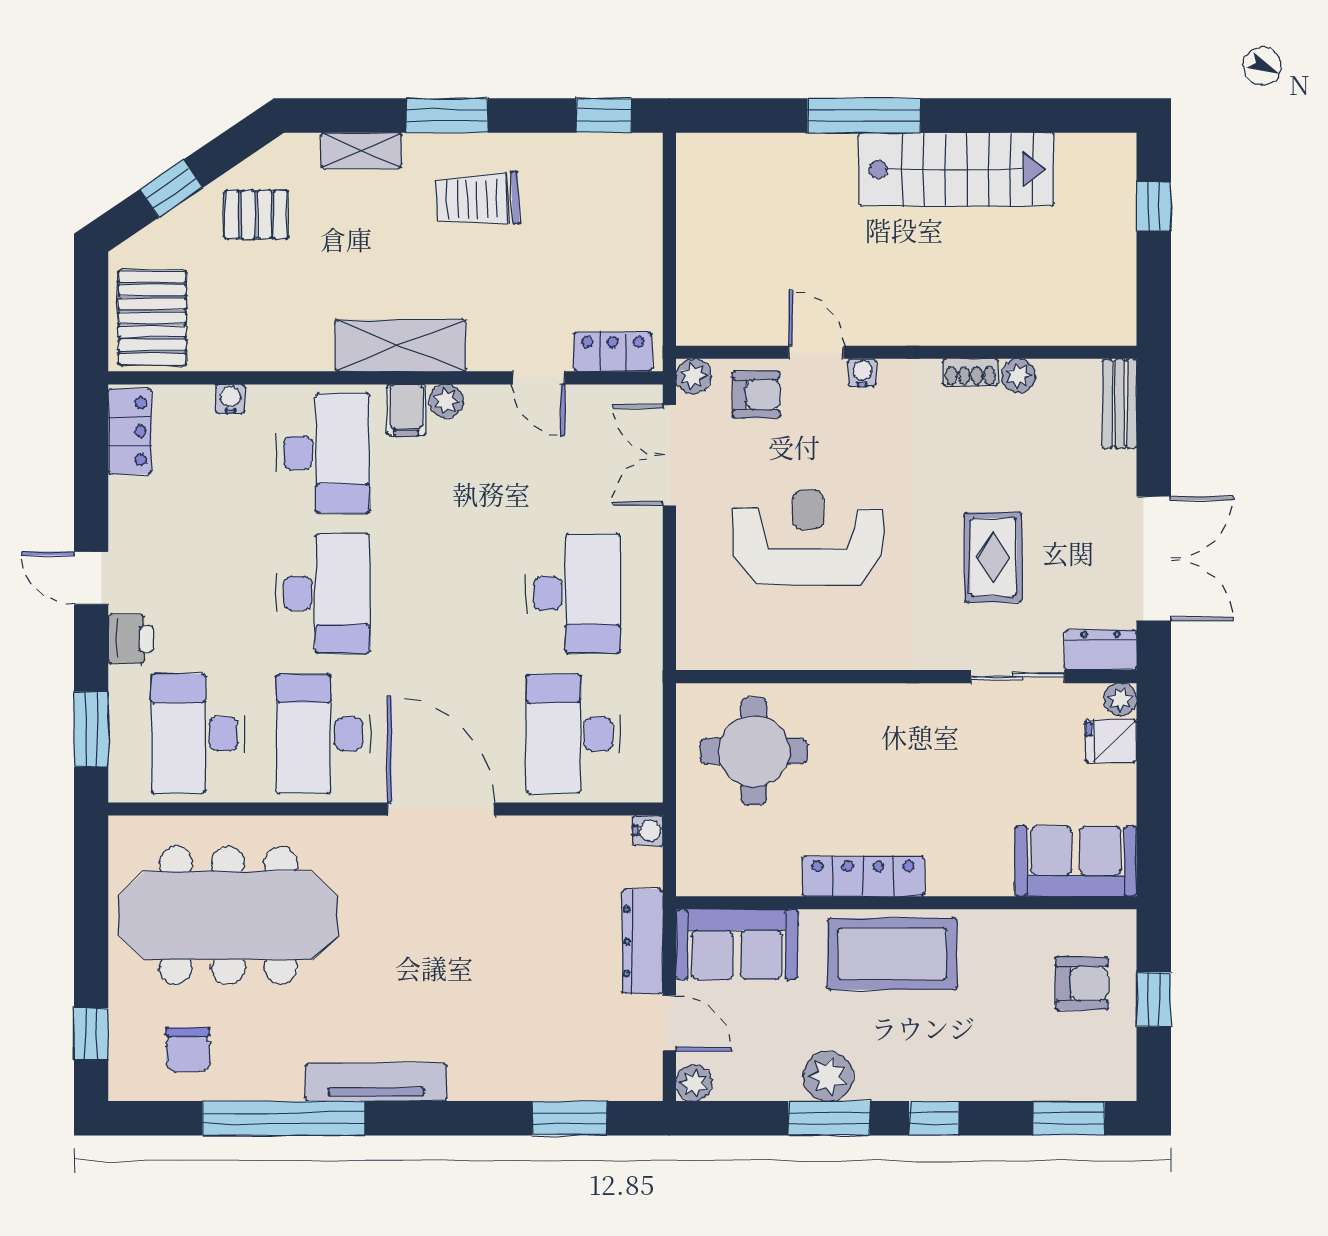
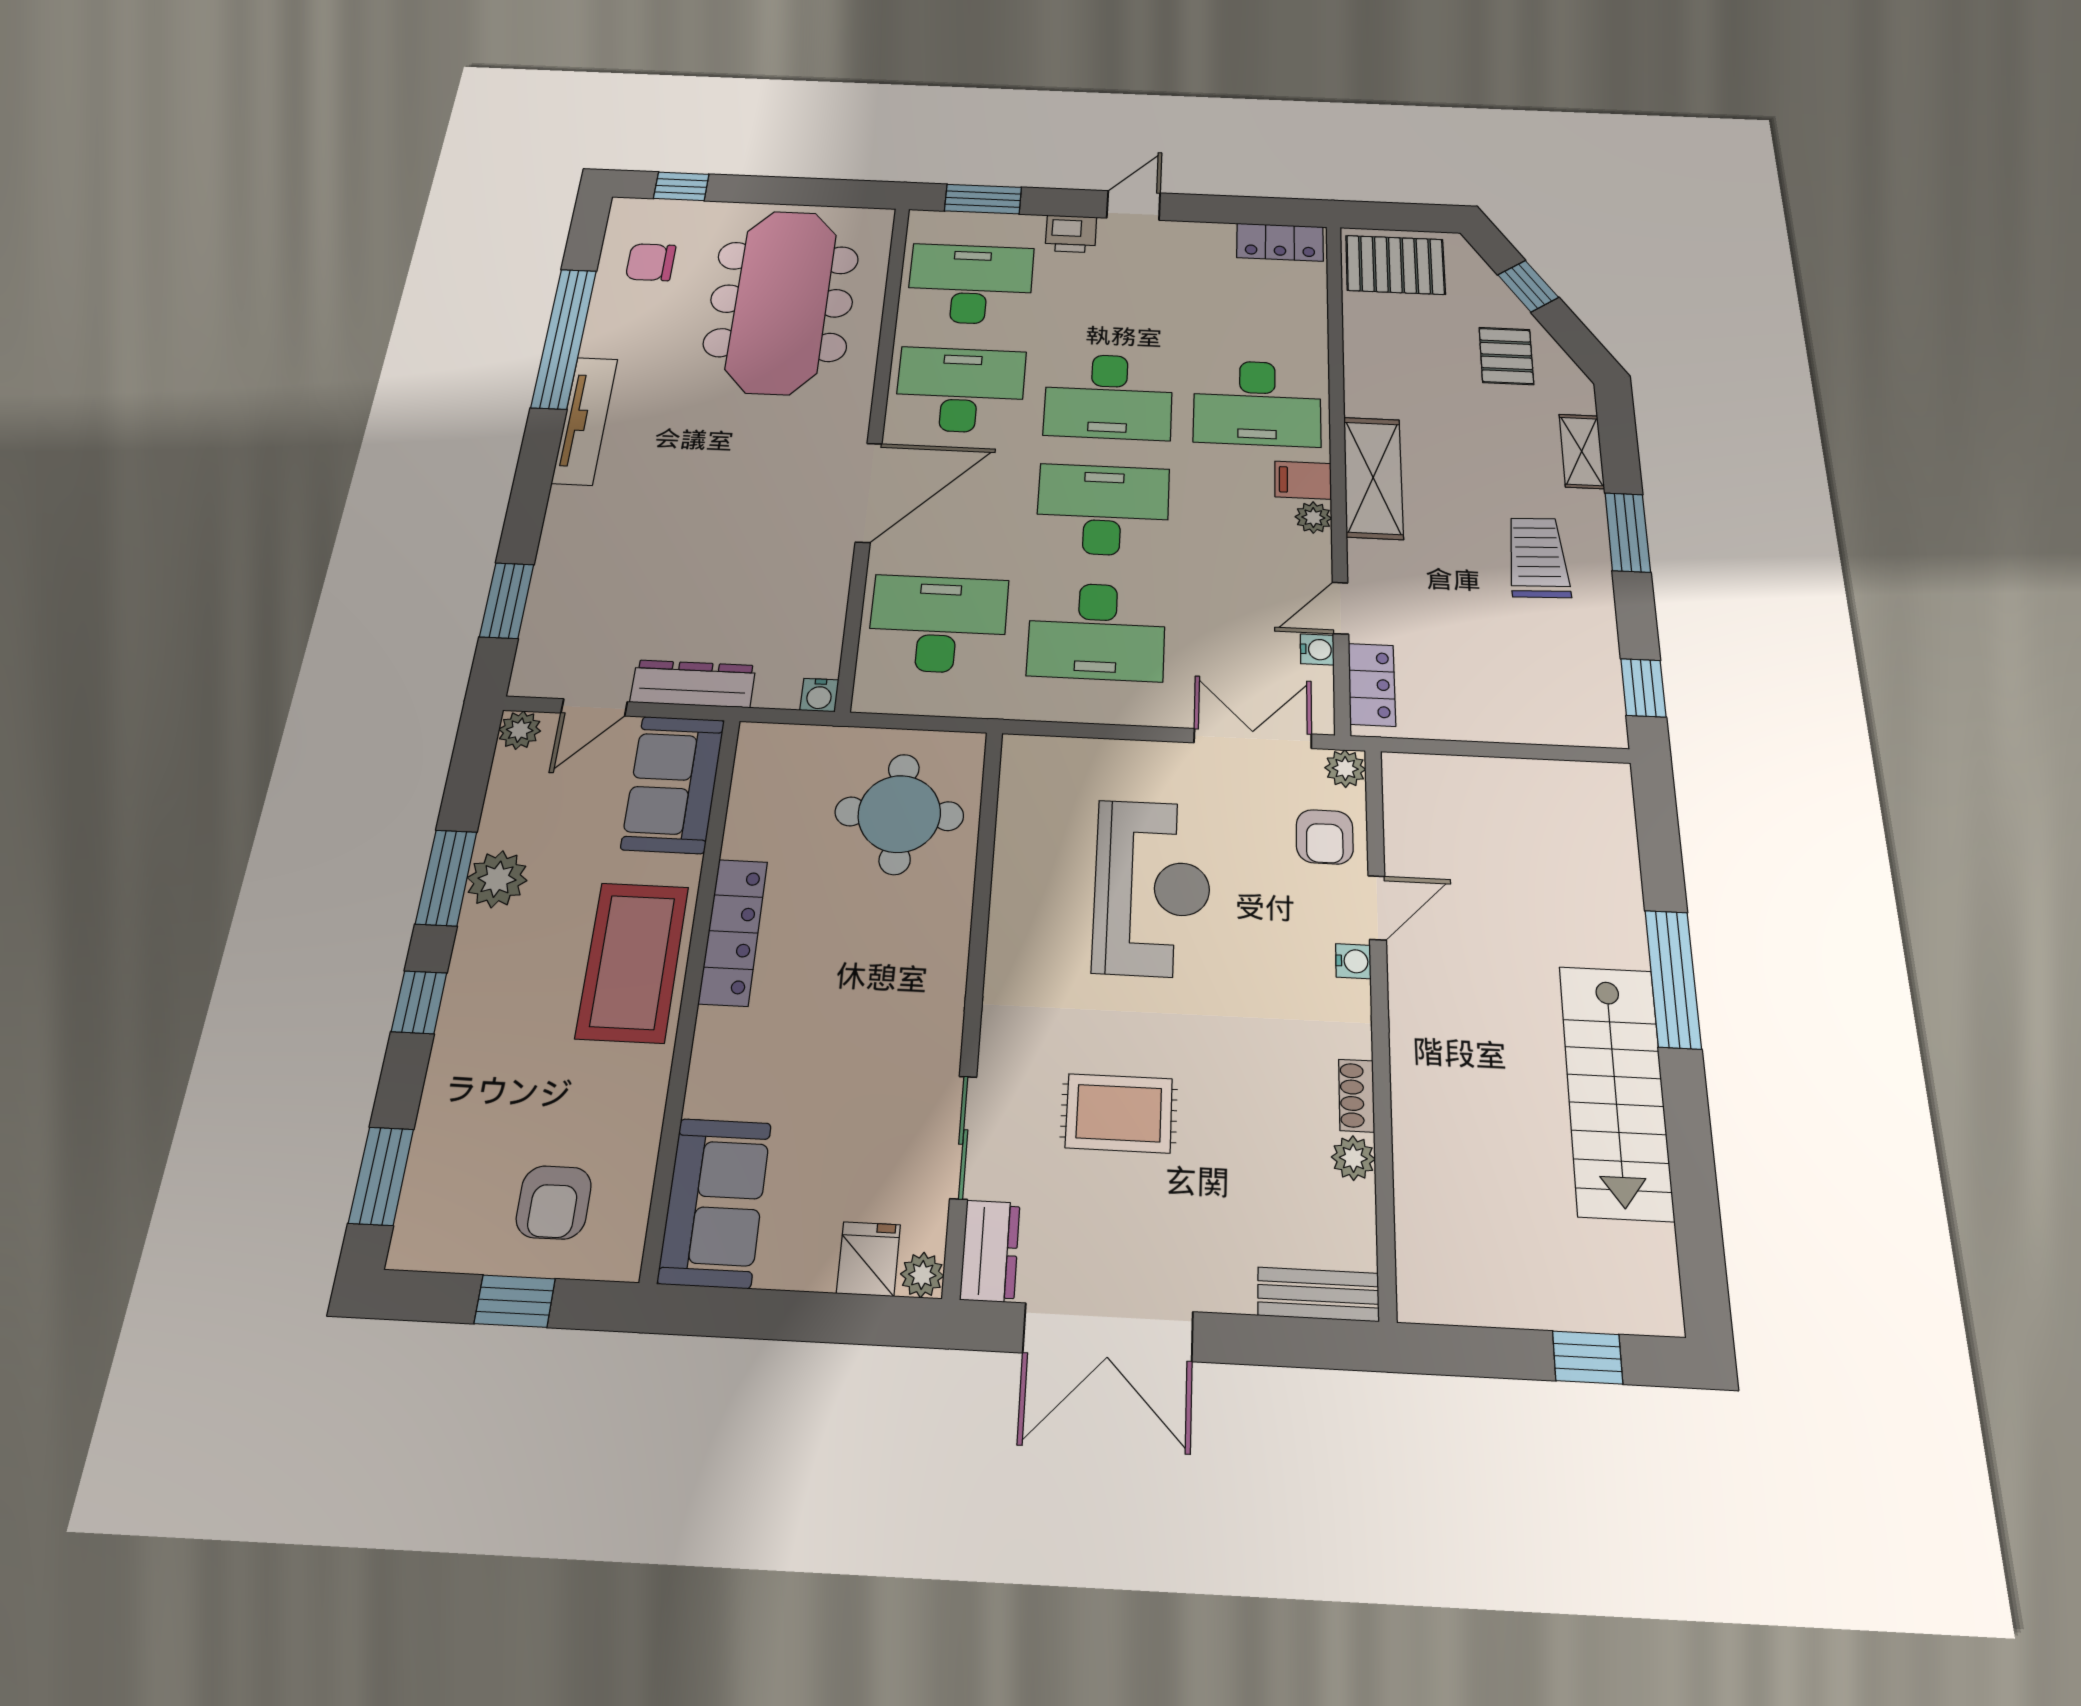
water cooler: (230, 399) -> (1317, 649), moved
desk: (448, 593) -> (1103, 510), added

